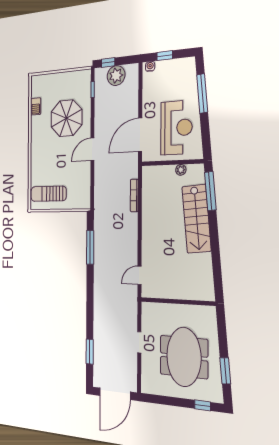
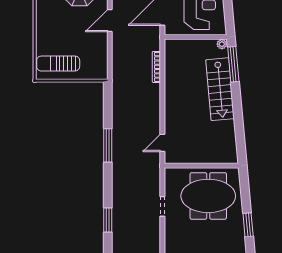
plant: (181, 170) -> (222, 44), moved
window: (90, 247) -> (108, 145), moved
meeting table: (184, 357) -> (208, 196), moved, turned 90

